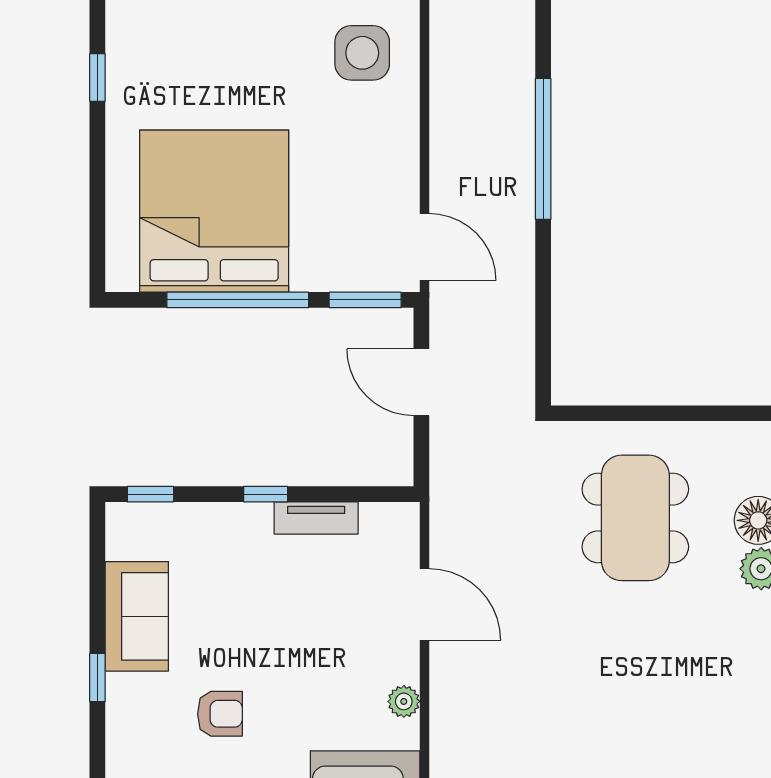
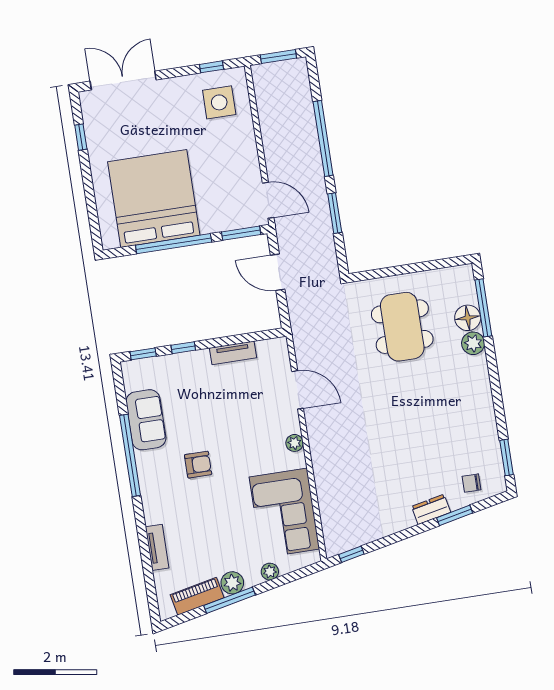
window: (543, 290) -> (335, 213), added
window: (266, 494) -> (183, 348), moved
window: (97, 677) -> (130, 455), width x3.17

